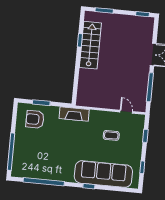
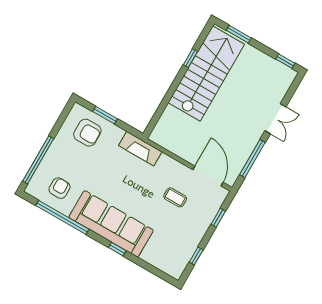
stairs: (90, 45) -> (206, 73), width x1.36, depth x1.51
door: (126, 112) -> (208, 176), width x1.87
armchair: (35, 119) -> (87, 133), turned 180
armchair: (33, 164) -> (59, 188), added
sofa: (103, 174) -> (111, 224), moved

